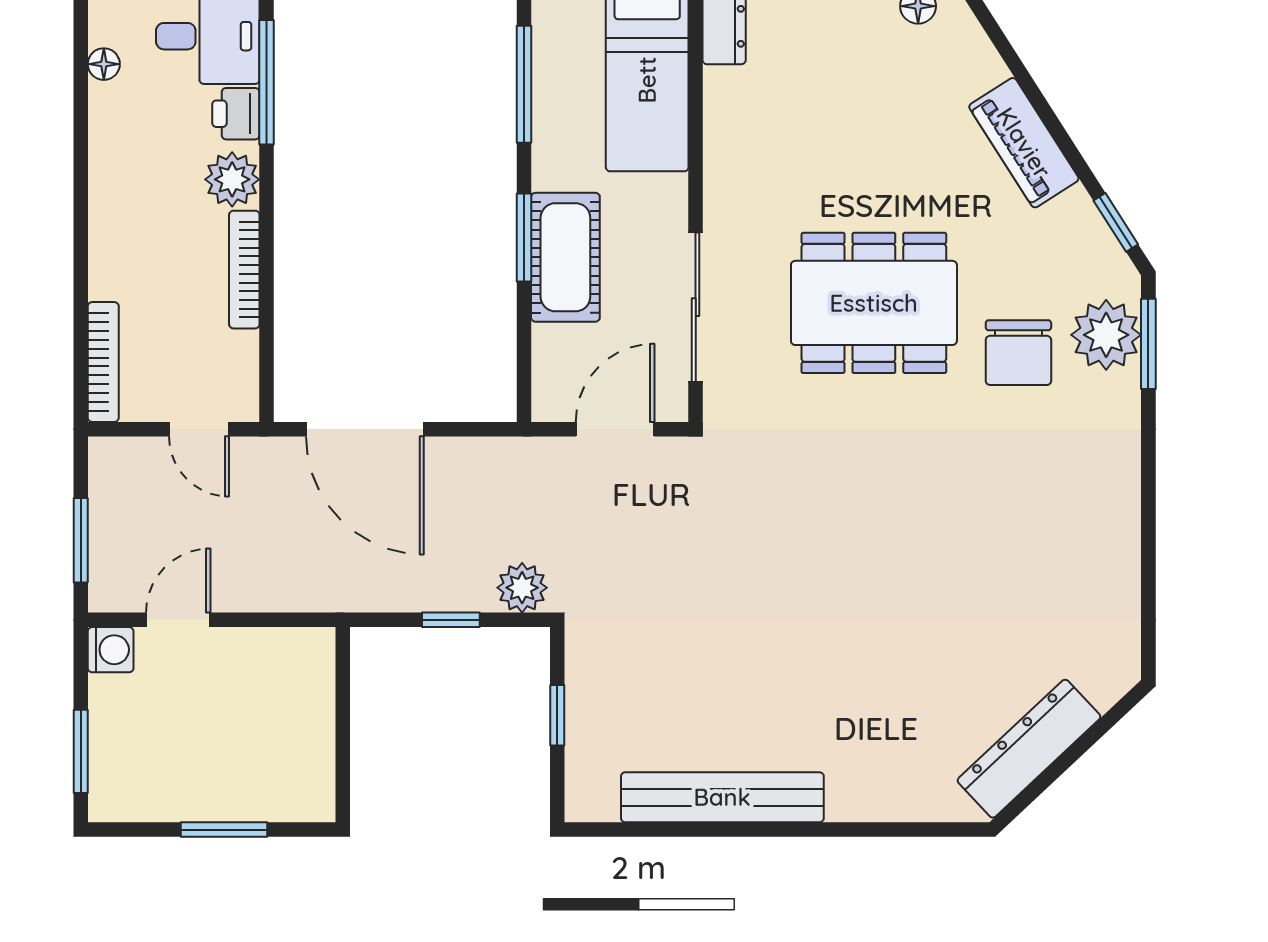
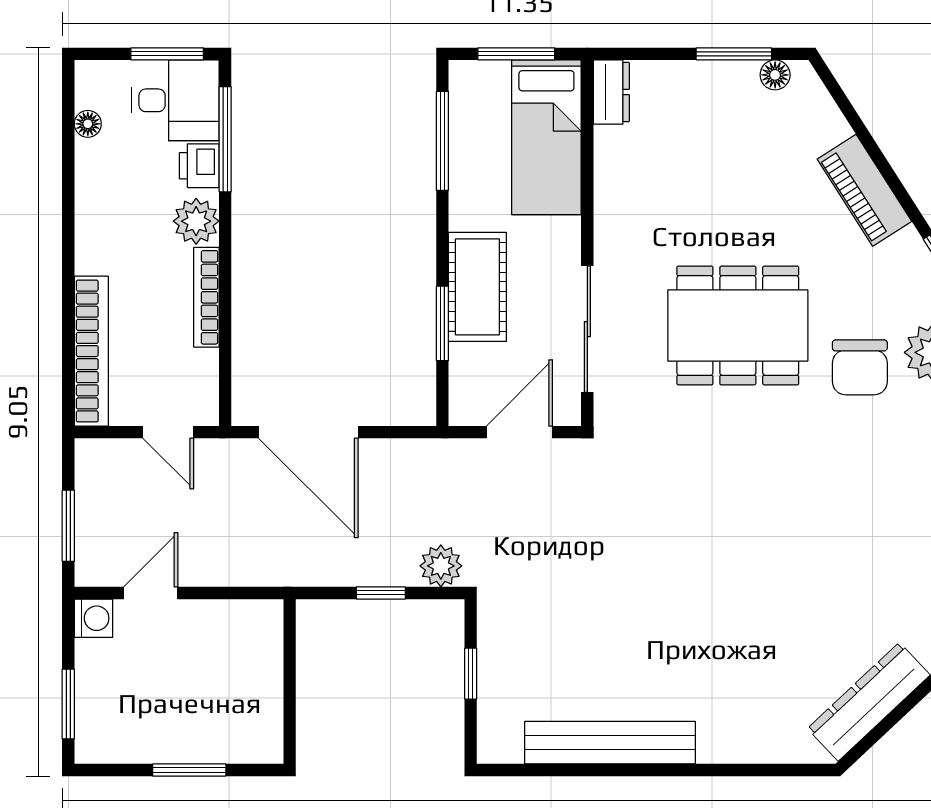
window: (524, 238) -> (442, 323), moved
bookcase: (103, 362) -> (91, 351), width x1.48, depth x1.31

